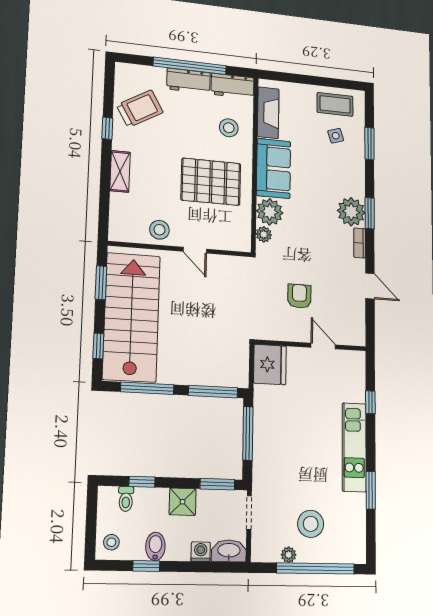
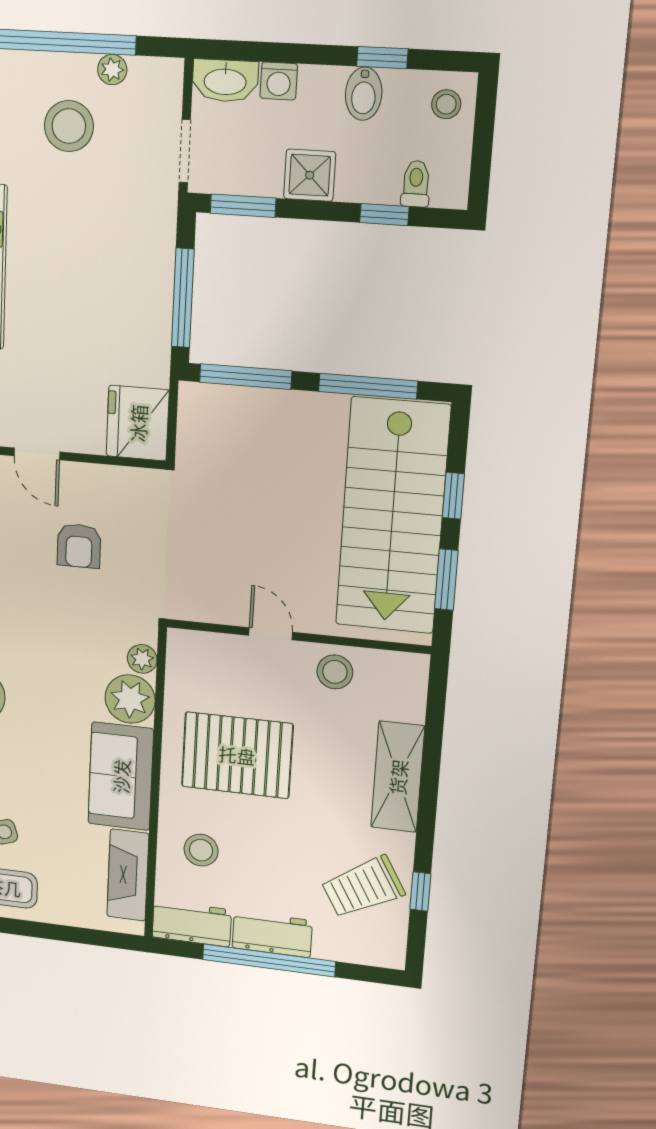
window: (107, 128) -> (420, 891), moved
shelving: (120, 171) -> (398, 777), width x1.50, depth x1.33
window: (98, 346) -> (453, 496), moved

